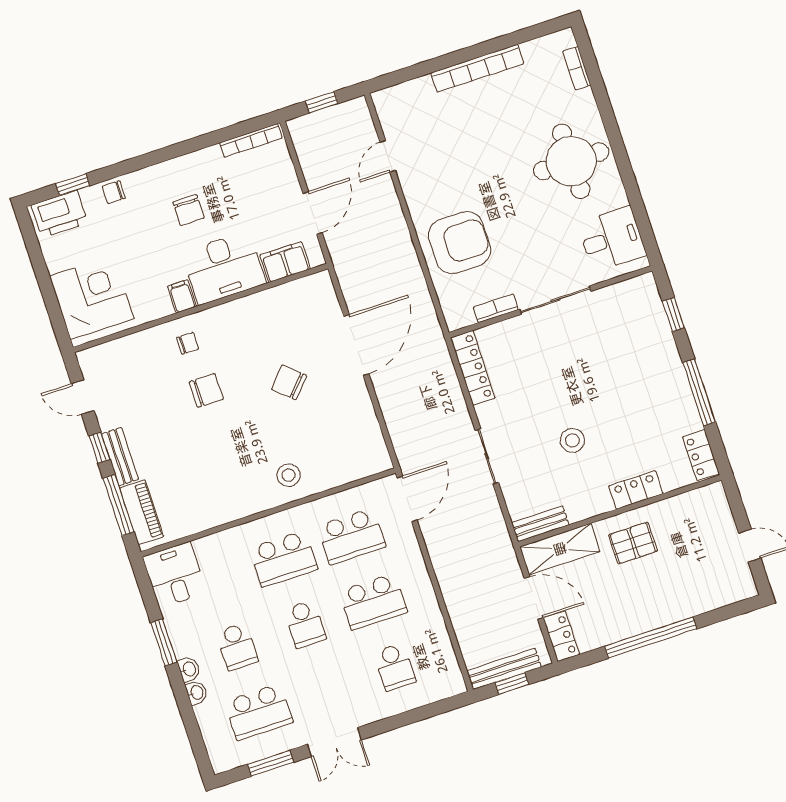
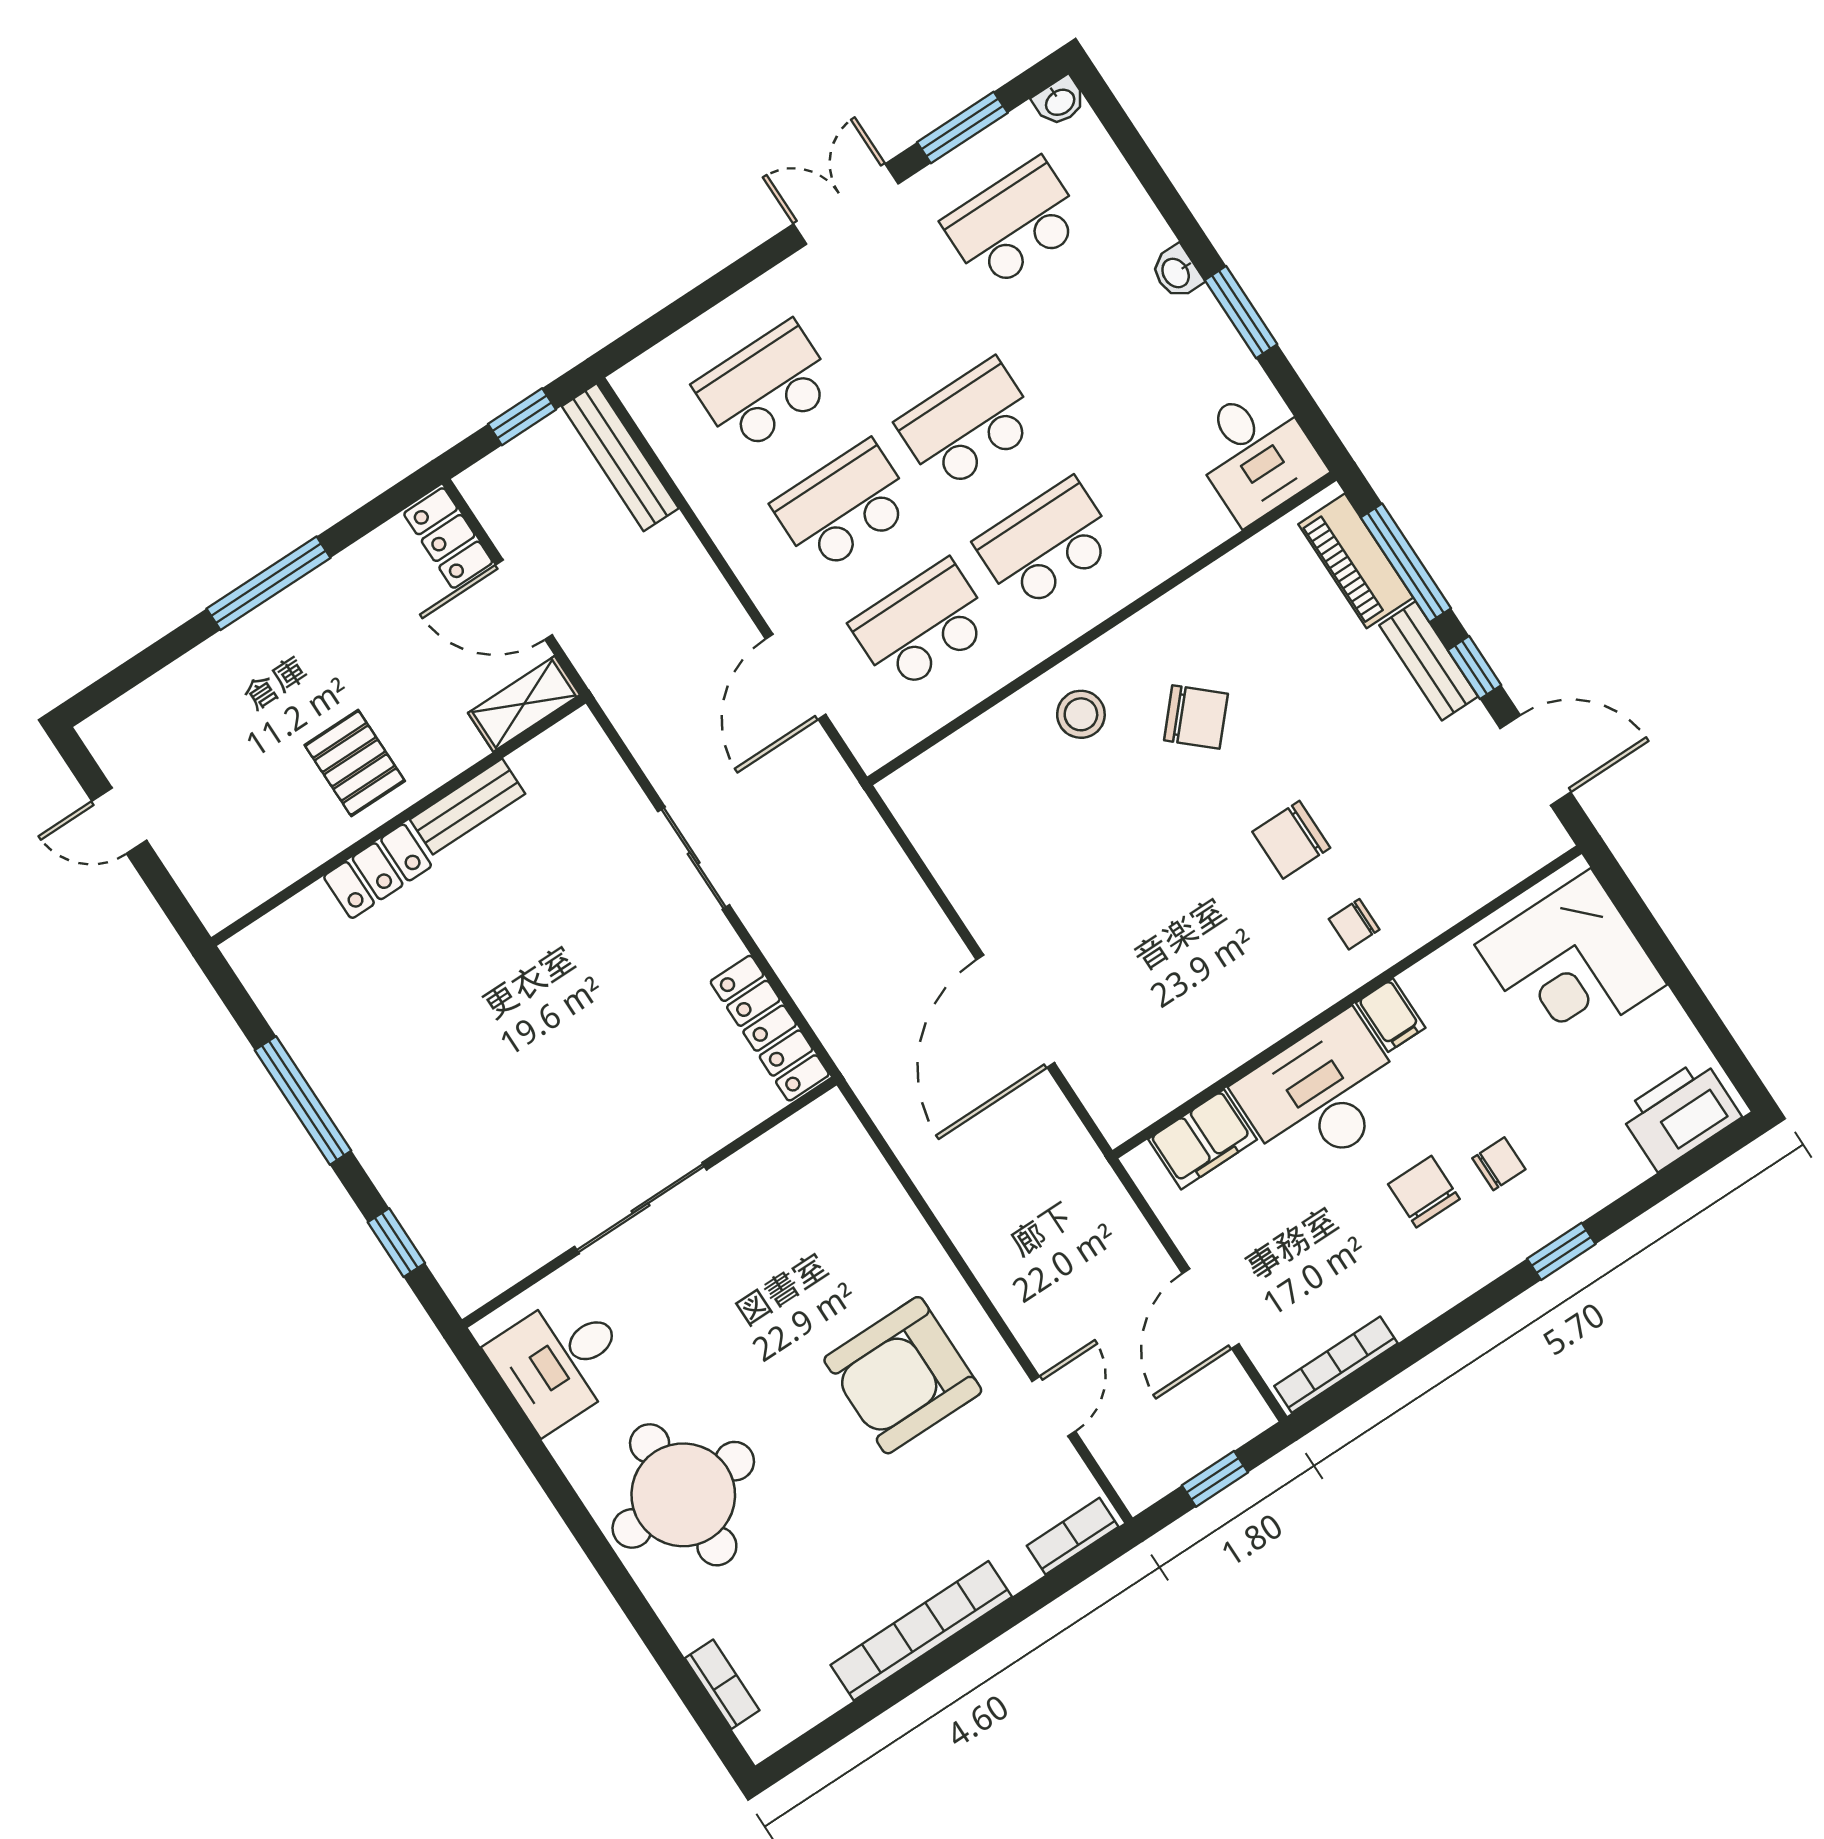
window: (73, 185) -> (1561, 1251), moved
chair: (114, 192) -> (1499, 1164), moved
door: (313, 213) -> (1211, 1309), moved
armchair: (460, 243) -> (903, 1375), moved
bookcase: (496, 308) -> (1073, 1536), moved, turned 180
chair: (289, 382) -> (1196, 717), moved
door: (83, 397) -> (1535, 760), width x1.38
stool: (572, 440) -> (531, 936), removed
locker: (701, 455) -> (266, 976), removed
door: (407, 499) -> (796, 677), moved
bench: (540, 524) -> (468, 807), moved
pallet: (633, 543) -> (355, 763), turned 90
shelving: (560, 549) -> (524, 704), width x0.67, depth x0.75
school desk: (305, 624) -> (968, 425), width x1.85
window: (651, 638) -> (268, 583), width x0.68
school desk: (237, 647) -> (1092, 343), removed
school desk: (395, 667) -> (765, 387), width x1.85
bench: (504, 669) -> (620, 457), moved, turned 90
washbasin: (196, 693) -> (1060, 101), moved, turned -90

